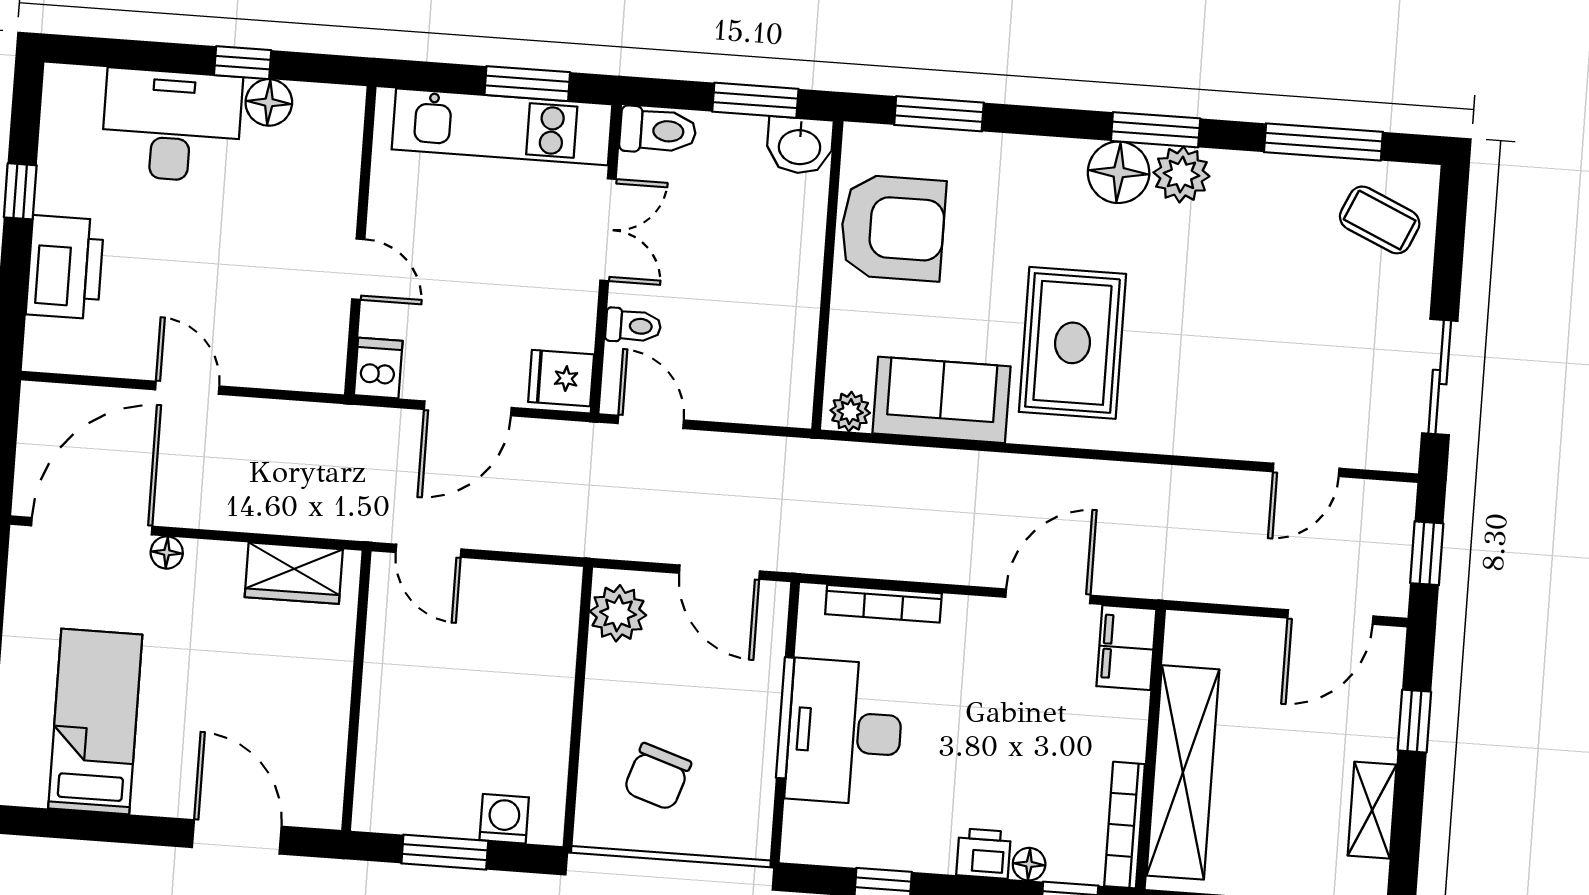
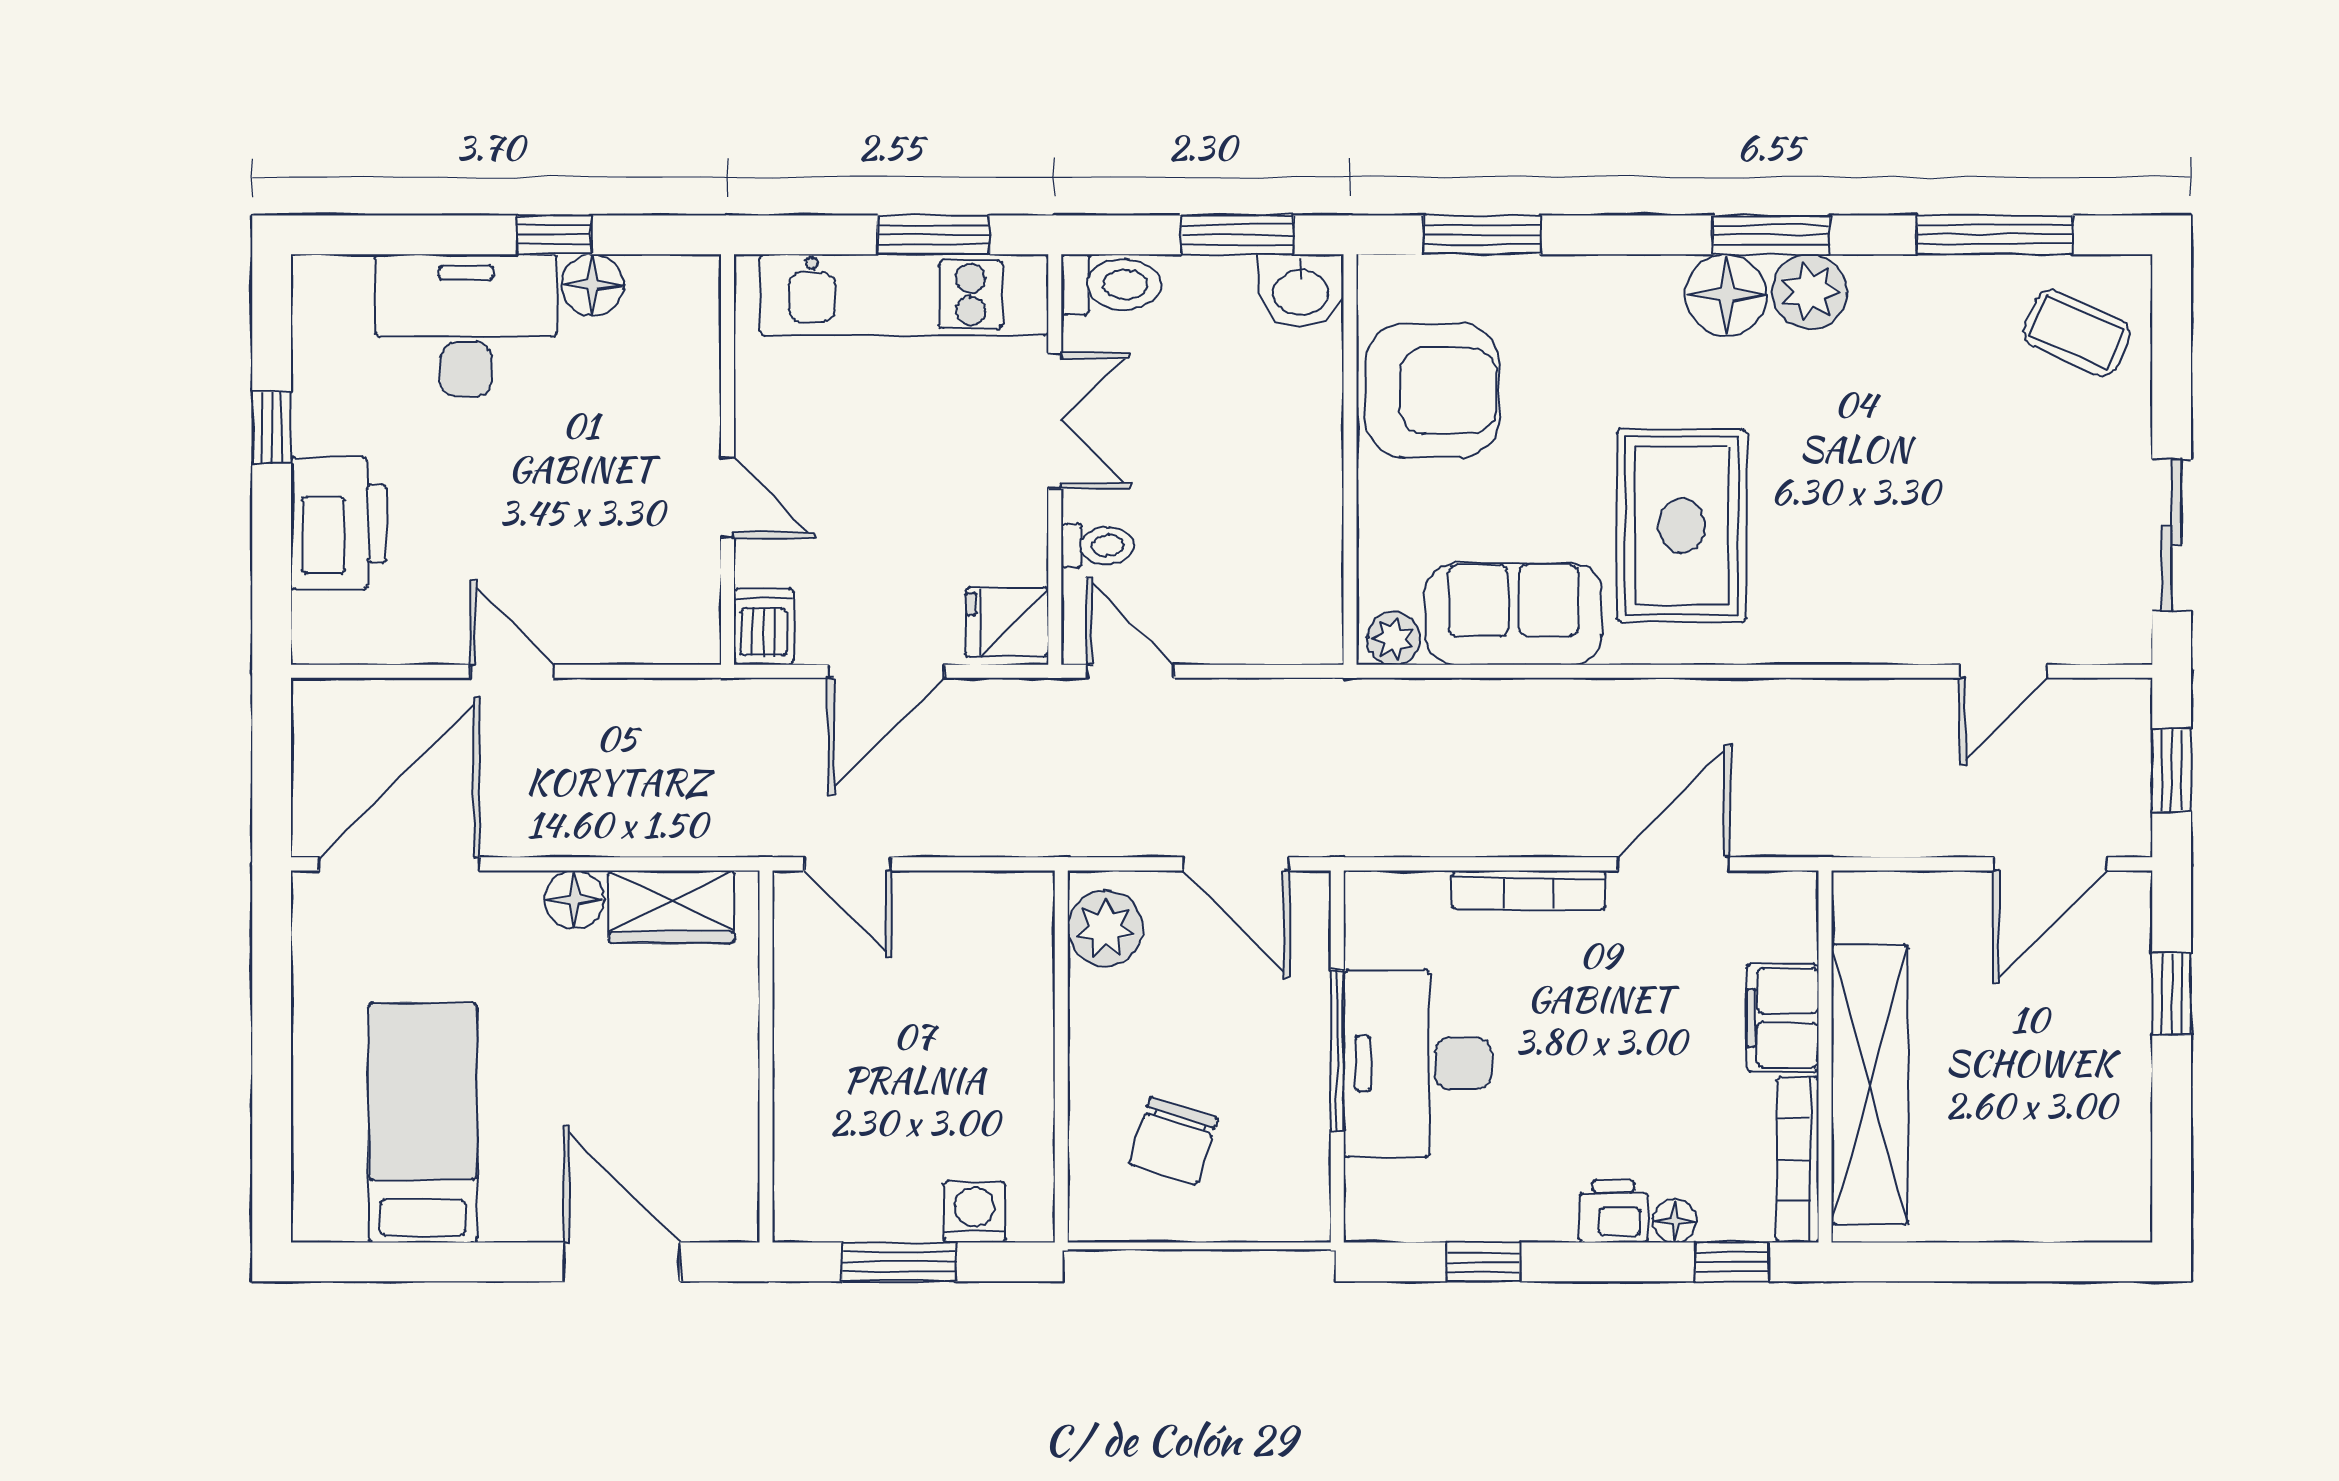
floor lamp: (167, 553) -> (574, 900), moved, width x1.37, depth x1.37
bookcase: (883, 604) -> (1529, 890), moved
filing cabinet: (1126, 648) -> (1783, 1018), moved
shelving: (1372, 810) -> (2124, 1116), removed

